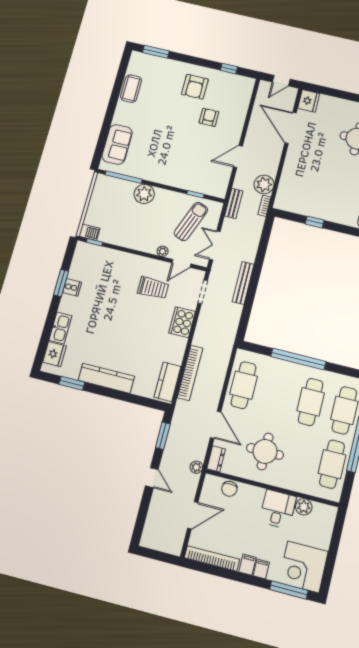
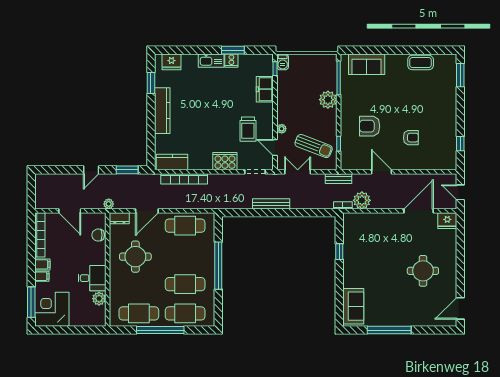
armchair: (195, 87) -> (370, 126), moved
freezer: (114, 259) -> (265, 89), added
kitchen sink: (60, 328) -> (211, 61), moved

